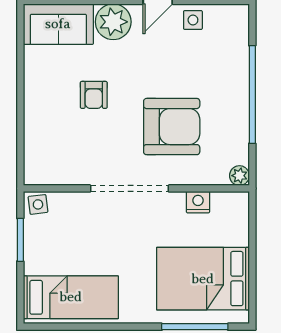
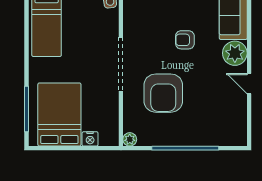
side table: (193, 20) -> (236, 108), removed
nightstand: (198, 202) -> (90, 139), moved, turned 90

